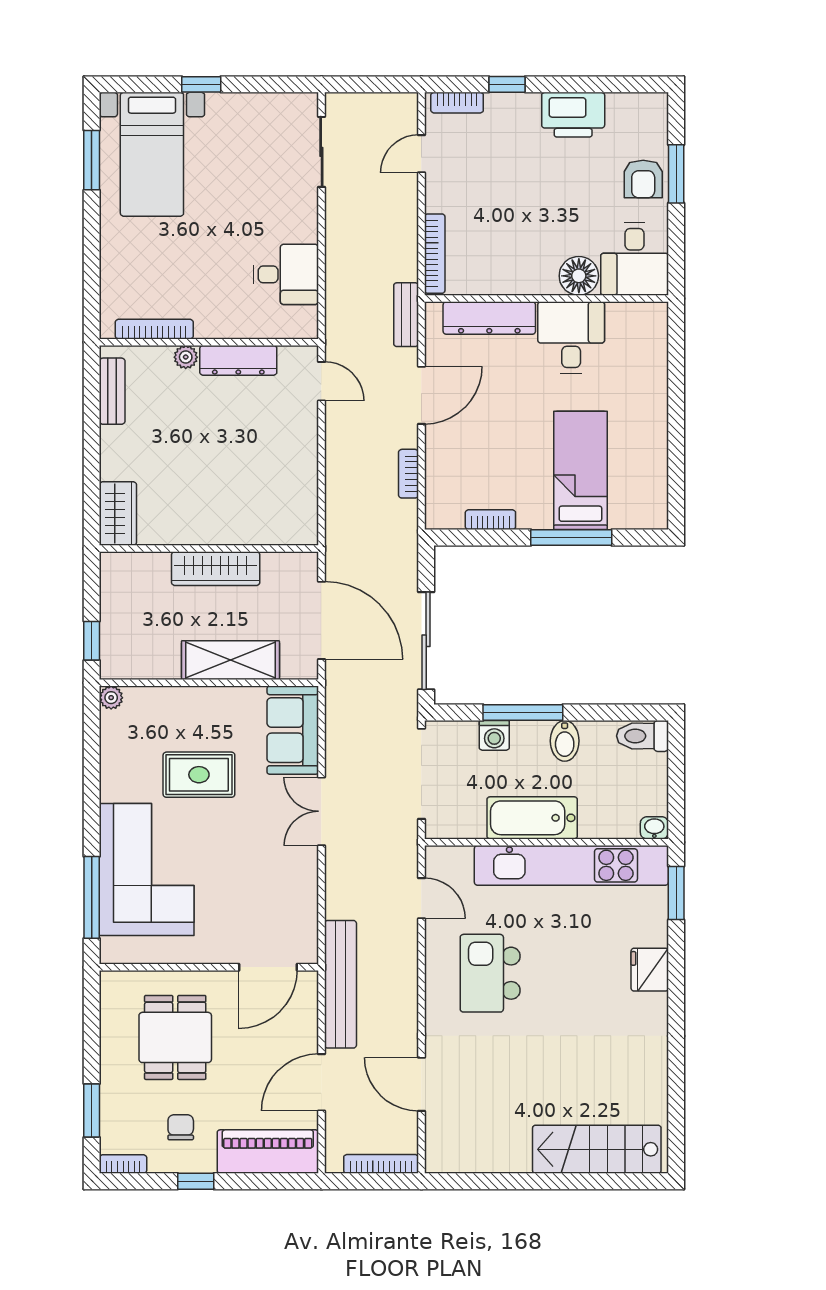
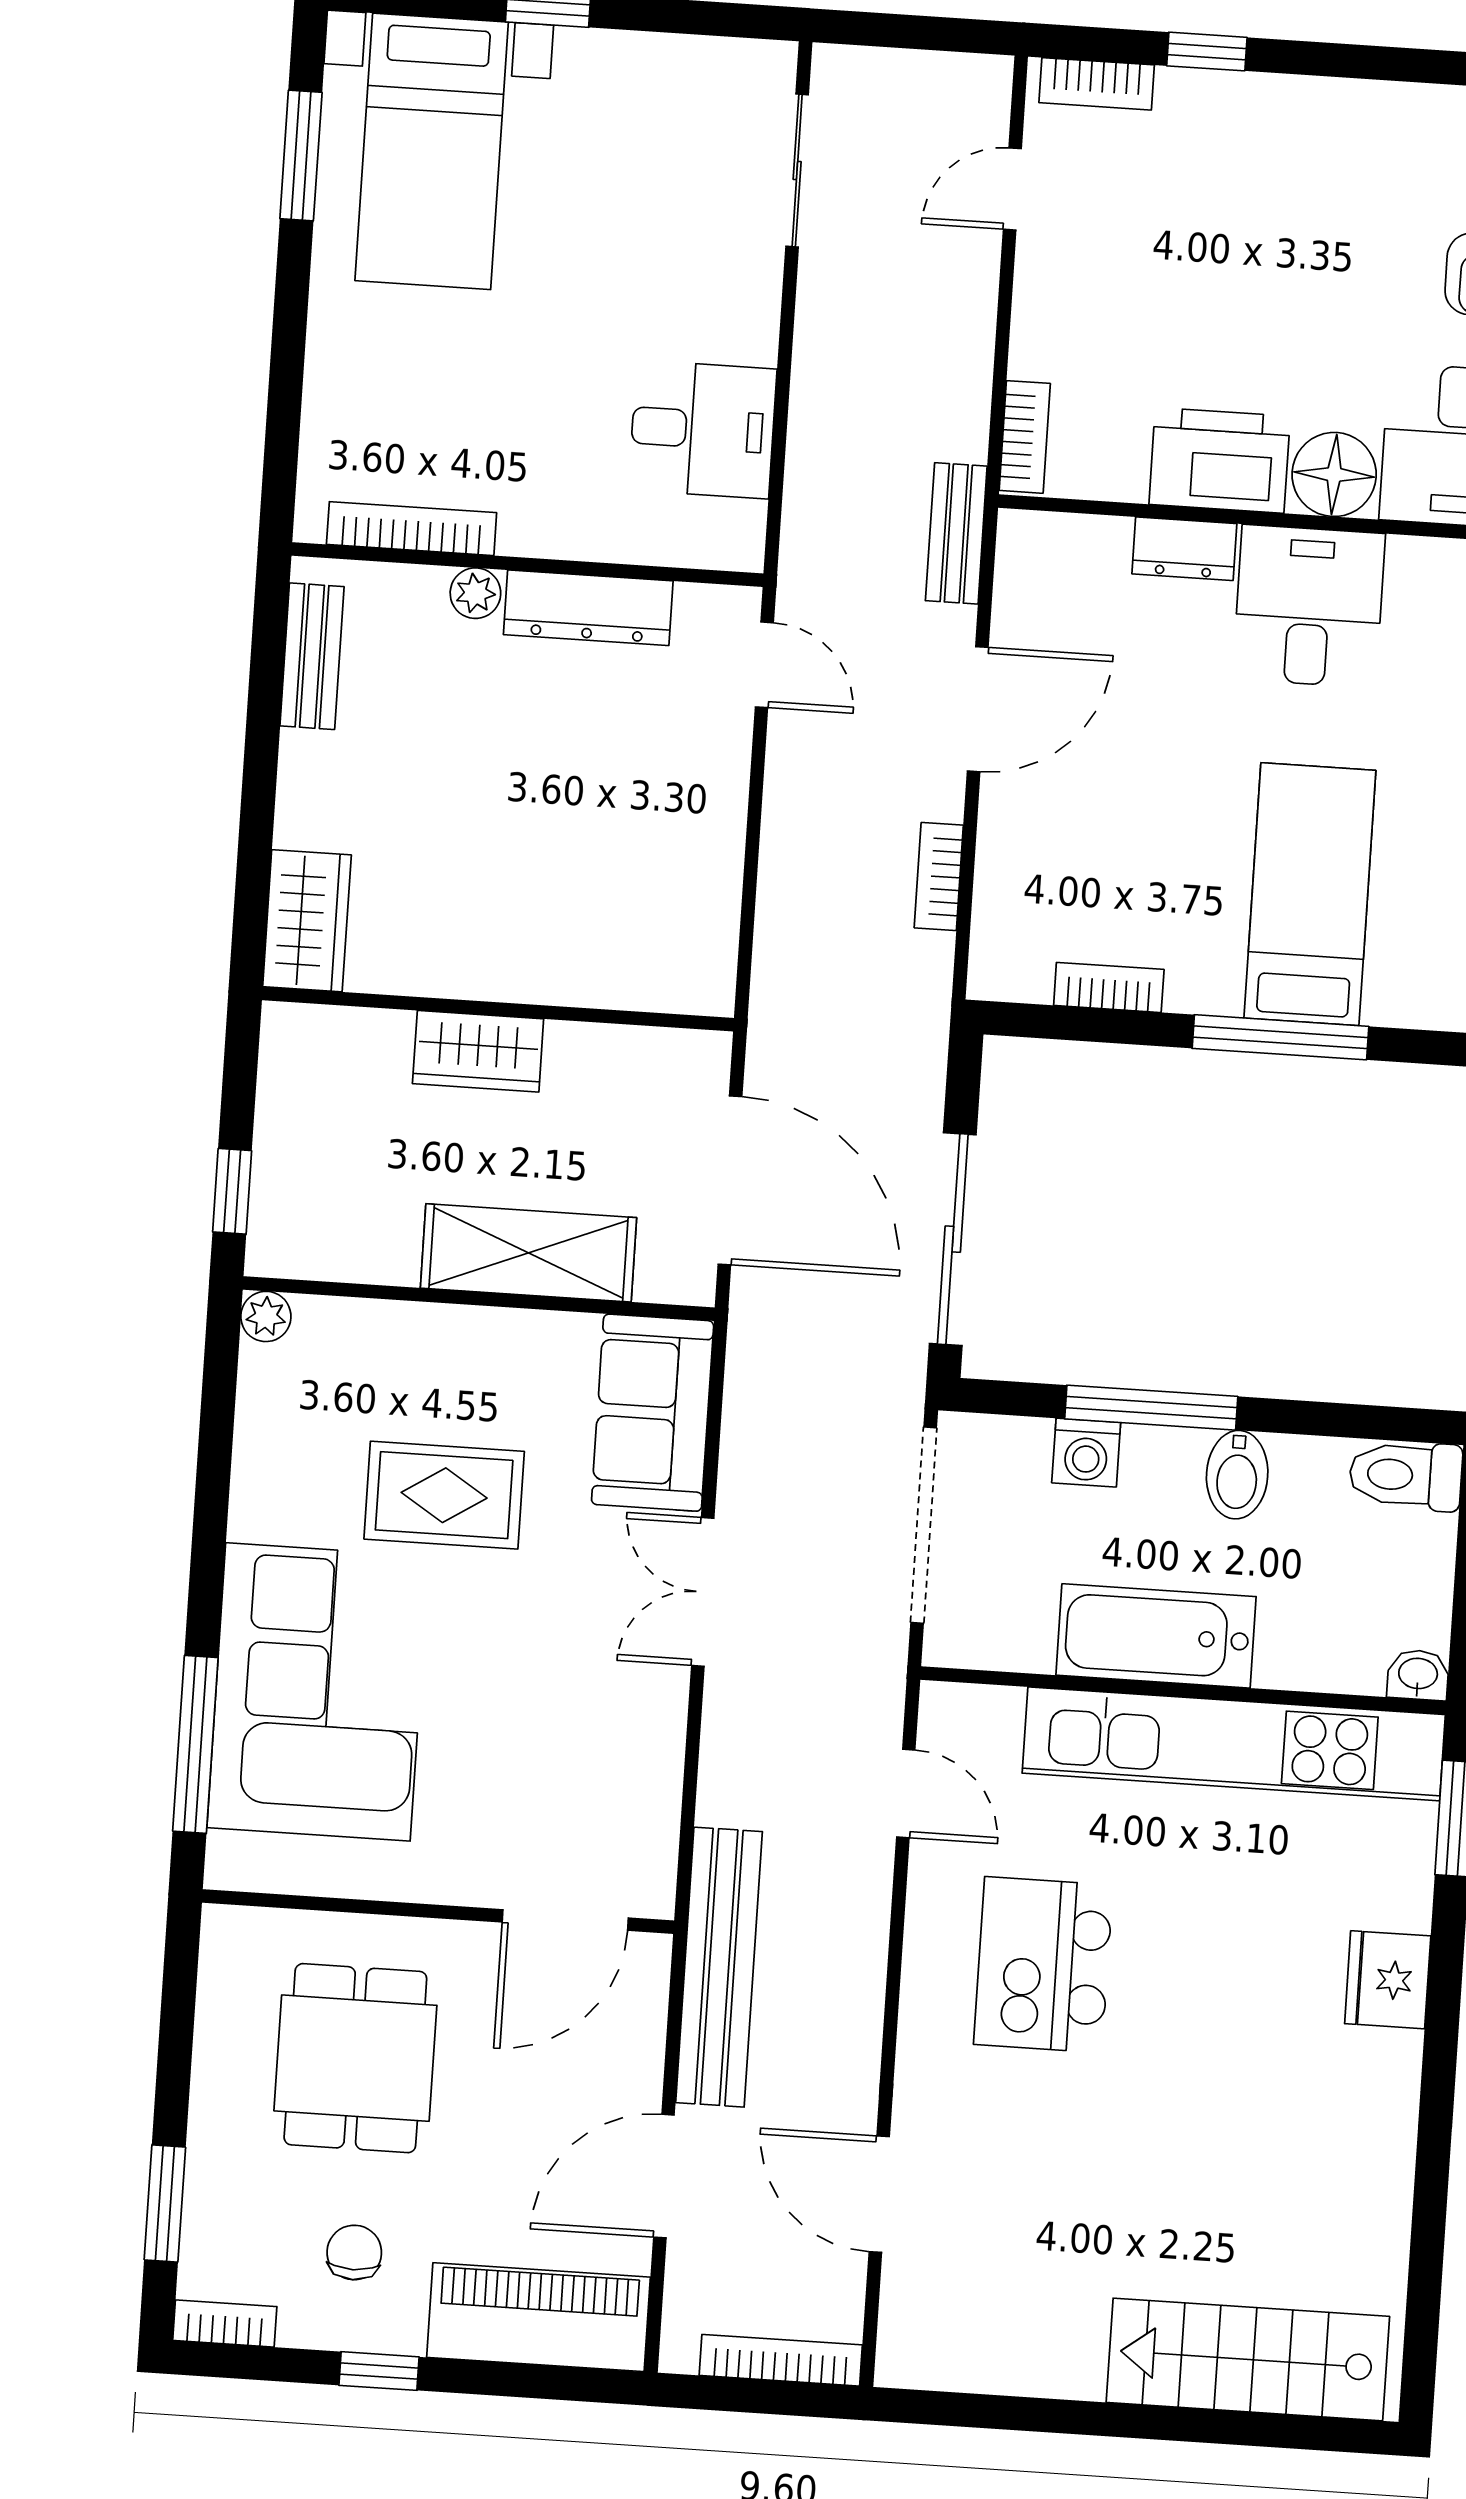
printer: (573, 115) -> (1220, 460), moved, turned 180
bookcase: (435, 254) -> (1025, 437), width x0.64
dresser: (489, 318) -> (1184, 549), width x0.51, depth x0.80
wardrobe: (216, 569) -> (478, 1051), width x0.67

